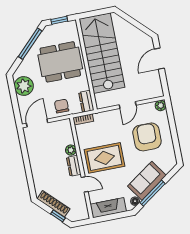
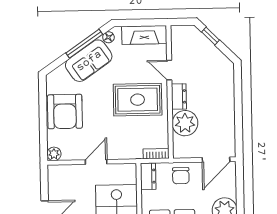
armchair: (147, 137) -> (65, 112), moved
plant: (71, 150) -> (185, 123), width x1.88, depth x1.88
shoe rack: (54, 204) -> (213, 52), removed

